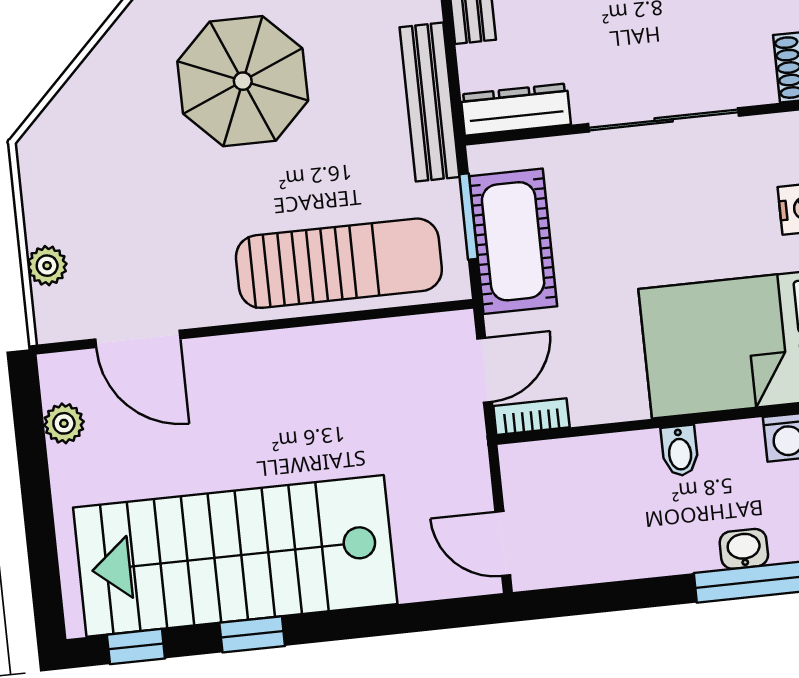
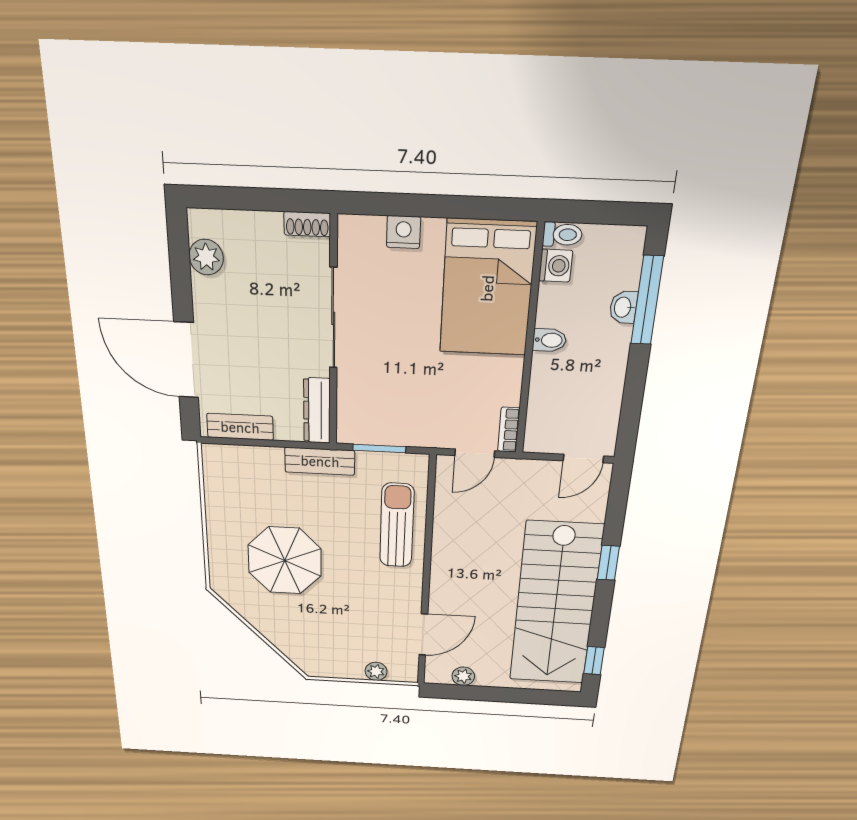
bench: (430, 102) -> (320, 461), width x0.73
cot: (513, 241) -> (398, 424), removed
sun lounger: (339, 263) -> (397, 525), width x0.73, depth x0.75
door: (485, 370) -> (475, 453), swing flipped
window: (252, 634) -> (608, 563), moved

